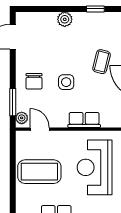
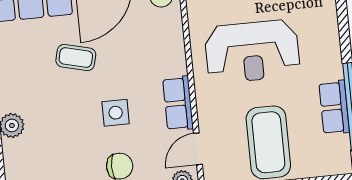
row of seats: (84, 120) -> (178, 103), moved

